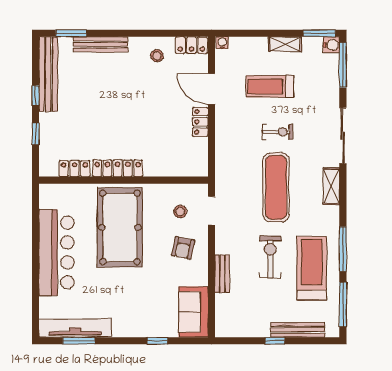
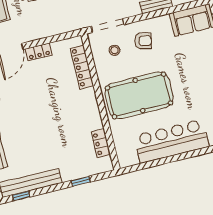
window: (36, 95) -> (21, 196), moved
locker: (118, 168) -> (82, 67), moved
doorway: (211, 211) -> (108, 25), width x1.38

